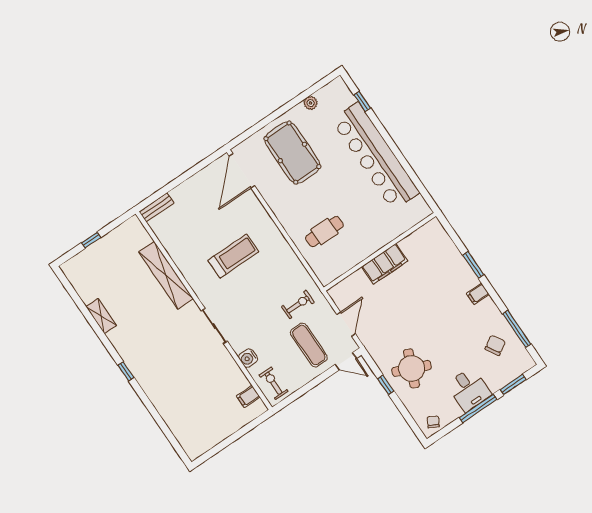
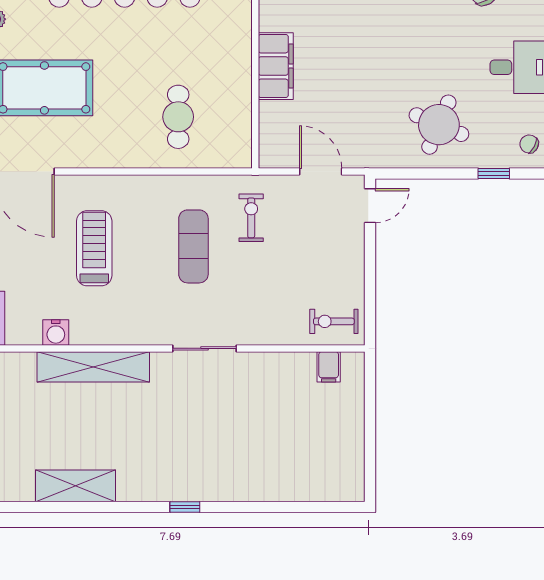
treadmill: (233, 256) -> (94, 248), moved
shelving: (101, 316) -> (76, 486), width x1.50, depth x1.33
exercise mat: (309, 345) -> (193, 246), moved, turned 90
water cooler: (248, 358) -> (56, 332), moved
window: (386, 385) -> (494, 174), moved

